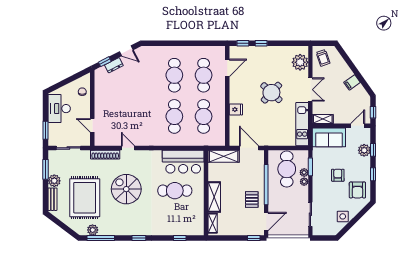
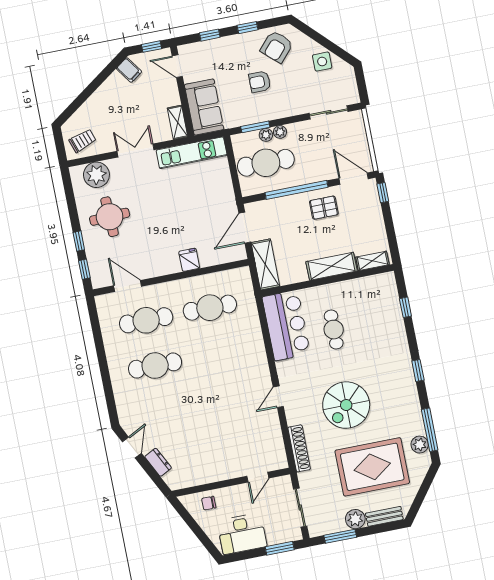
window: (105, 62) -> (155, 477), removed
filing cabinet: (352, 82) -> (129, 70), moved
round table: (271, 93) -> (110, 217), moved, turned 45
cafe table: (174, 116) -> (219, 353), removed
door: (128, 148) -> (278, 397), moved
plant: (364, 150) -> (213, 49), removed
armchair: (357, 190) -> (277, 47), turned 132
cafe table: (175, 191) -> (334, 330), width x0.73, depth x0.74

